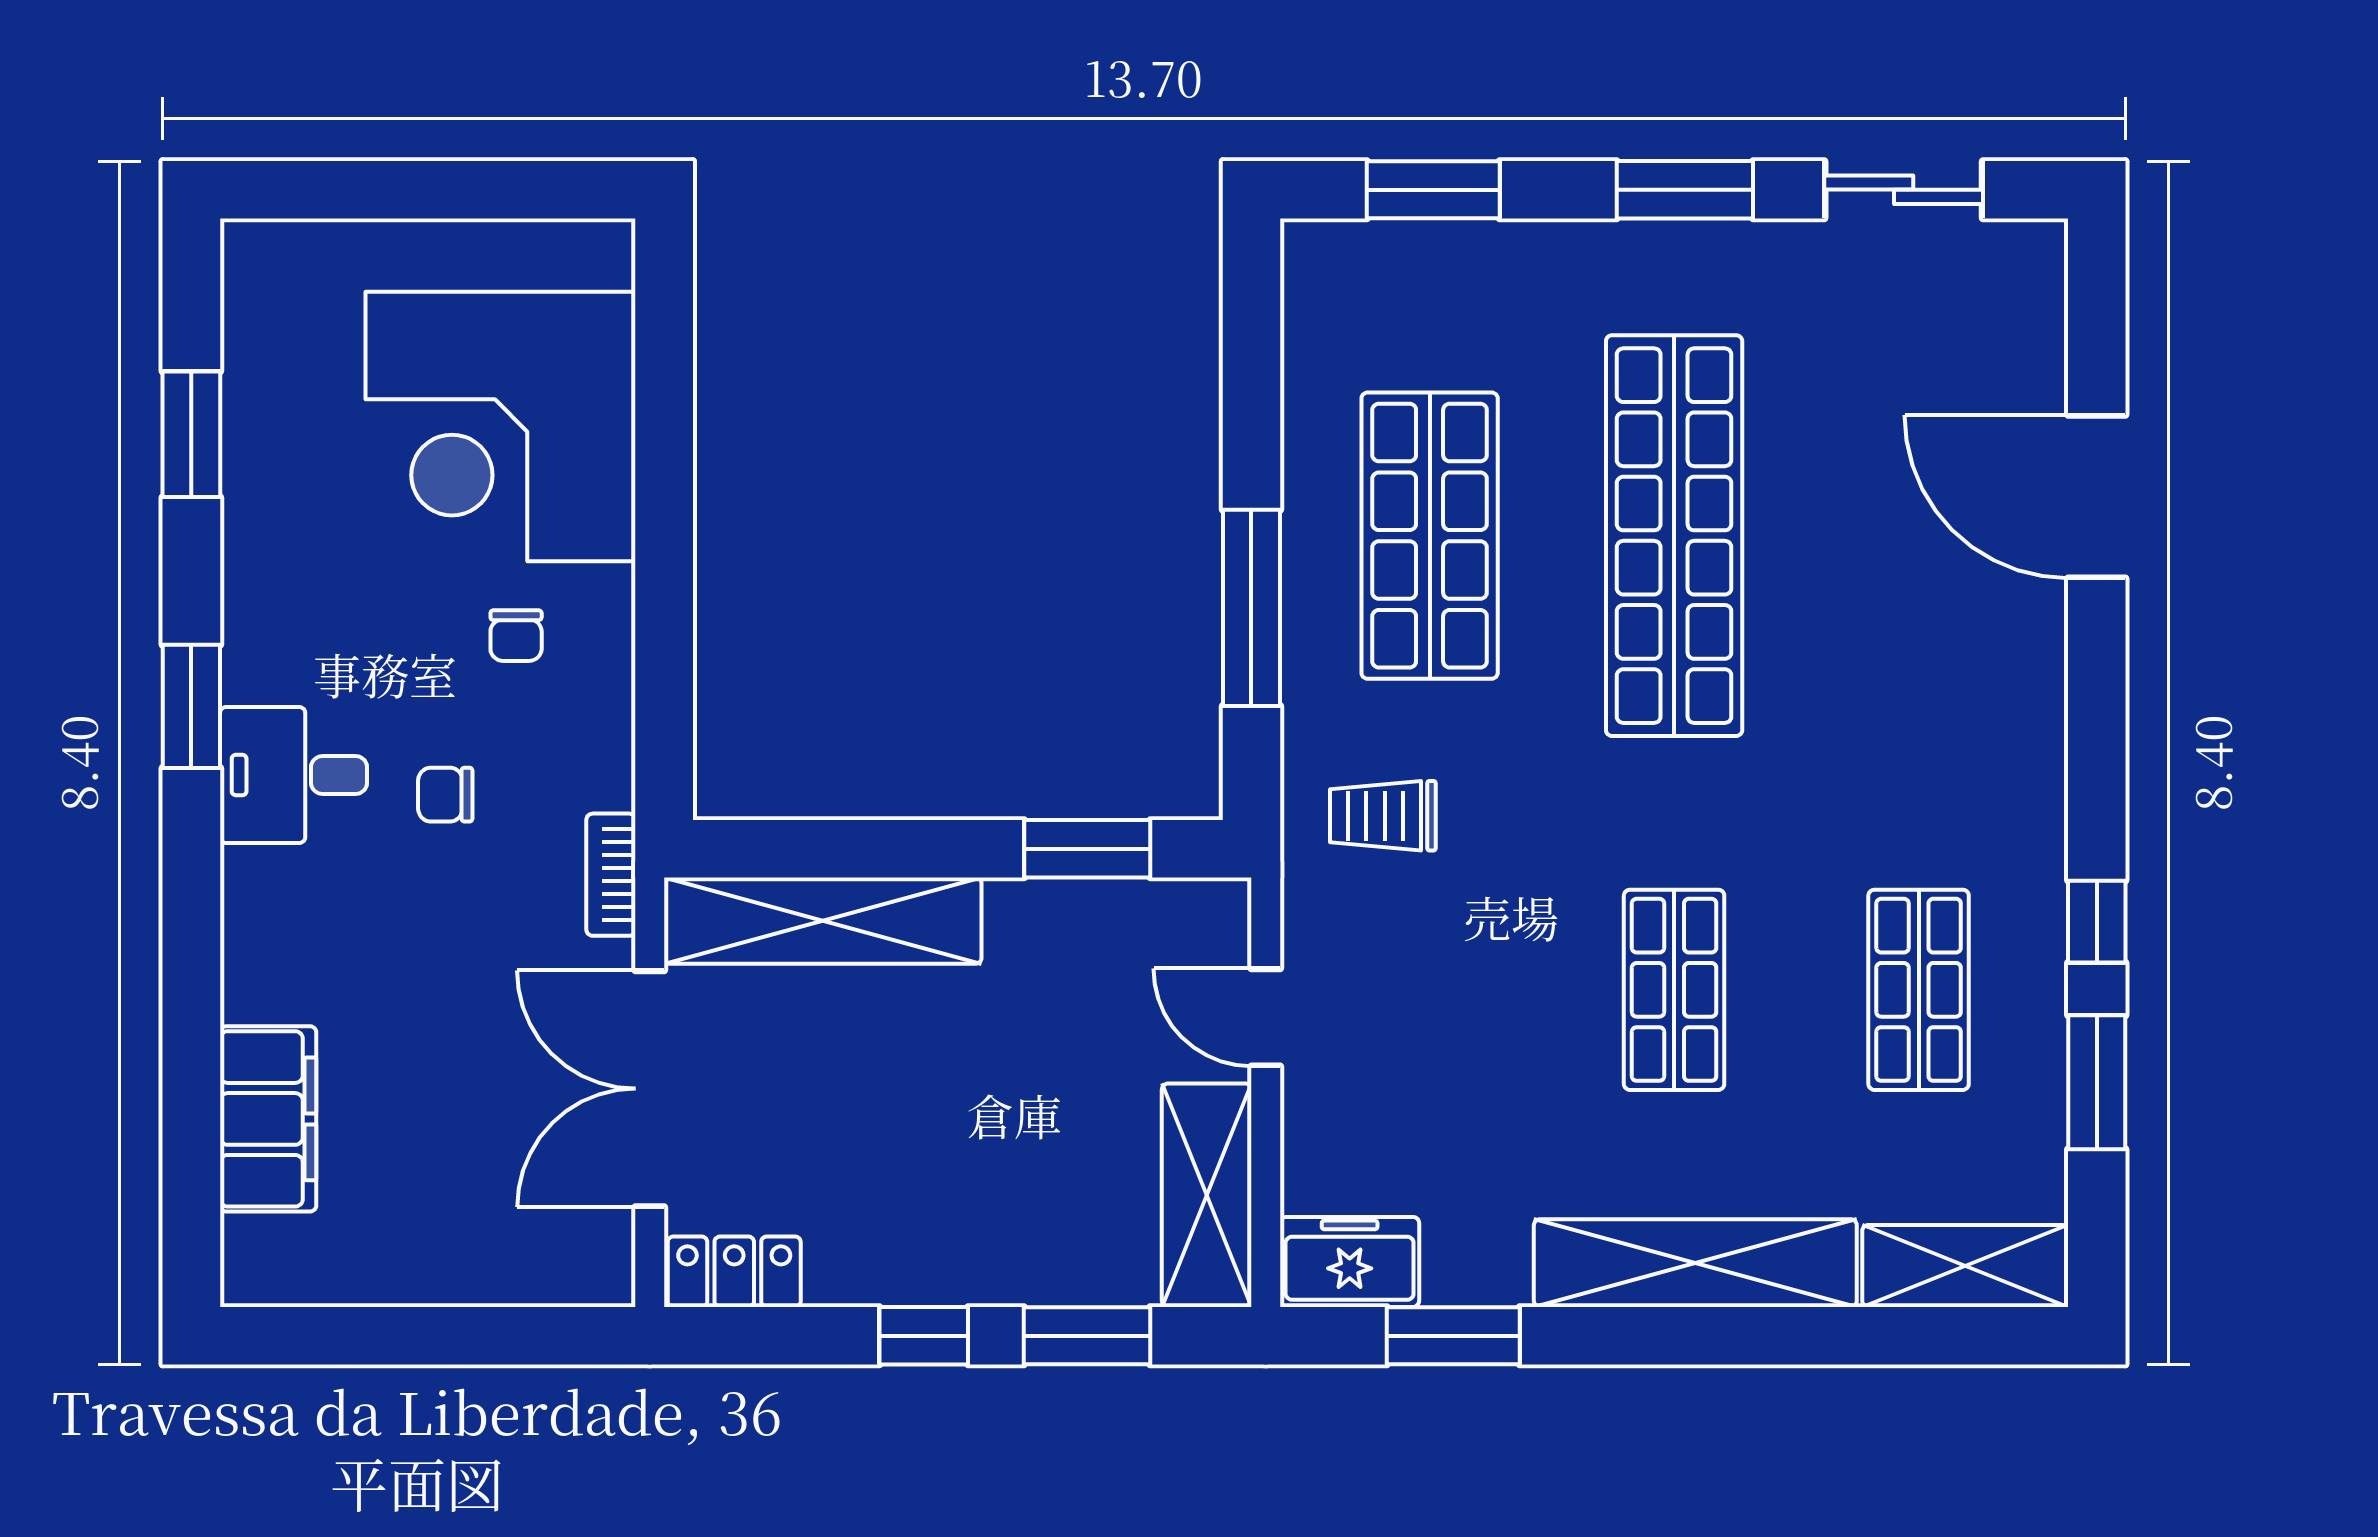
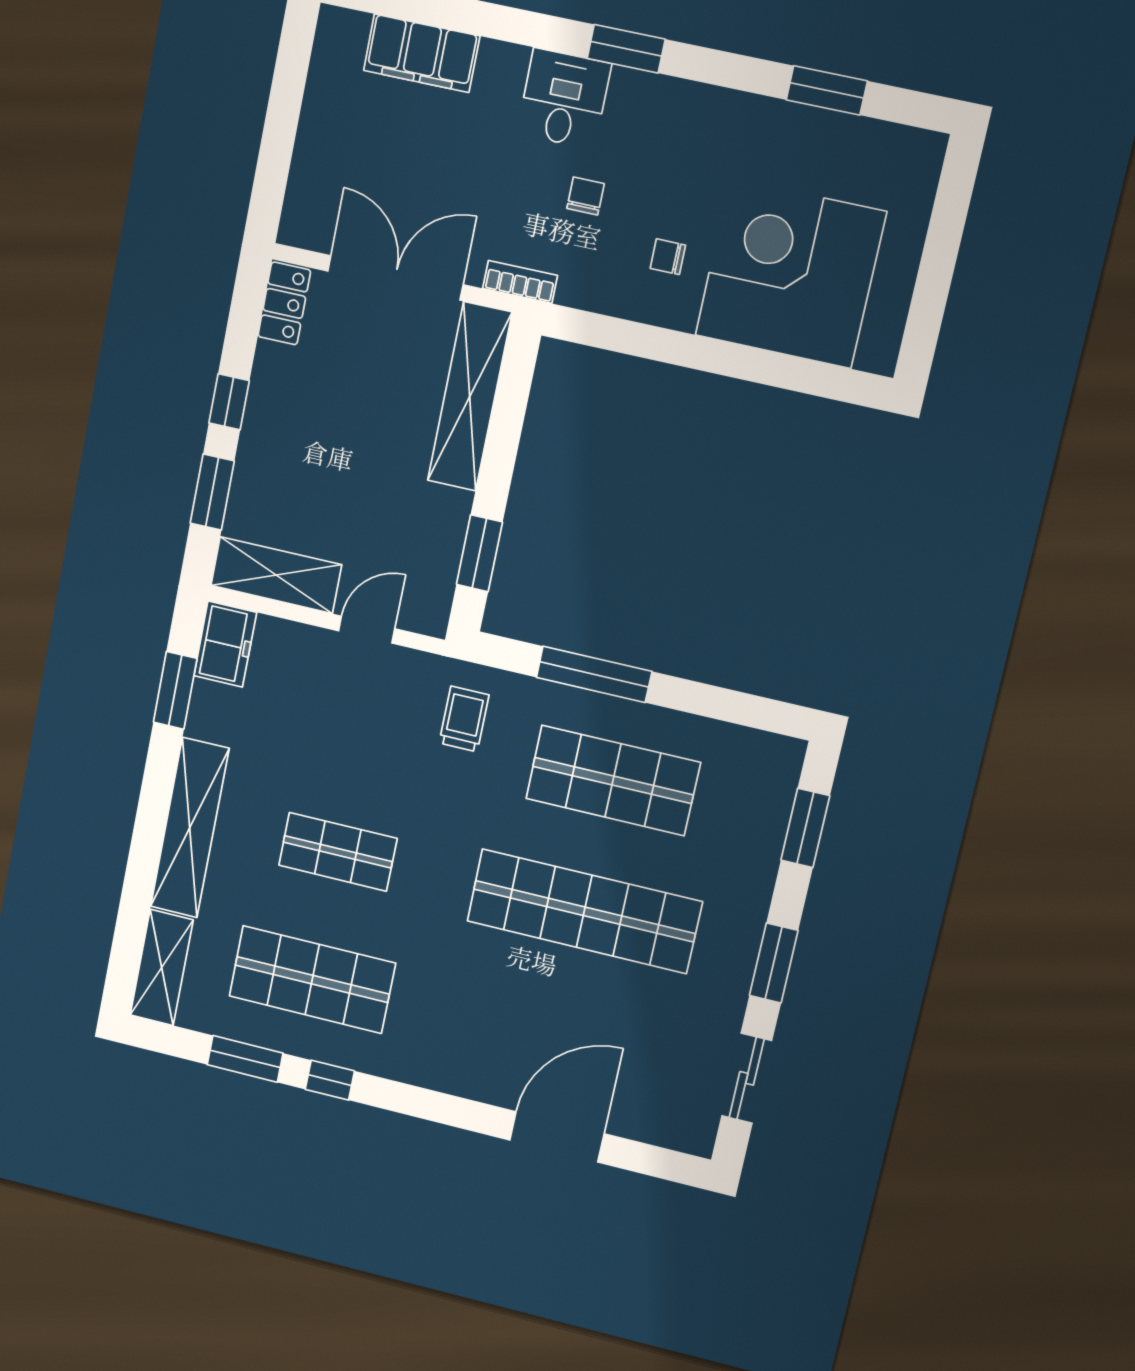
window: (191, 706) -> (626, 49), moved
desk: (293, 775) -> (564, 99), moved
shop shelf: (1919, 990) -> (312, 980), width x1.43, depth x1.36

